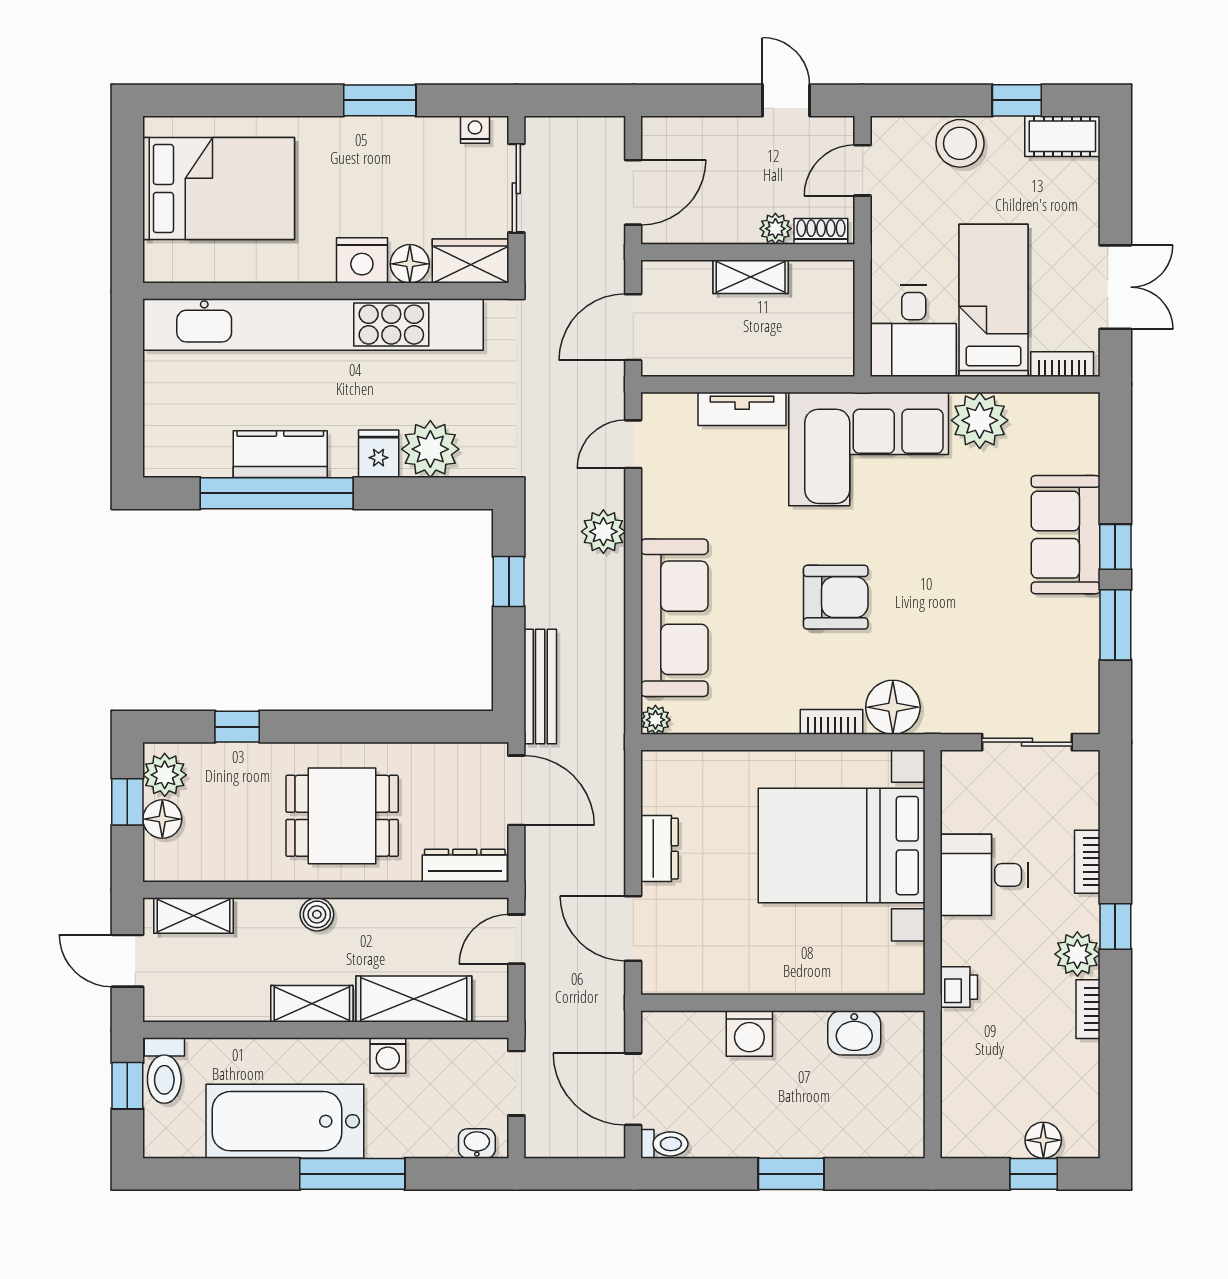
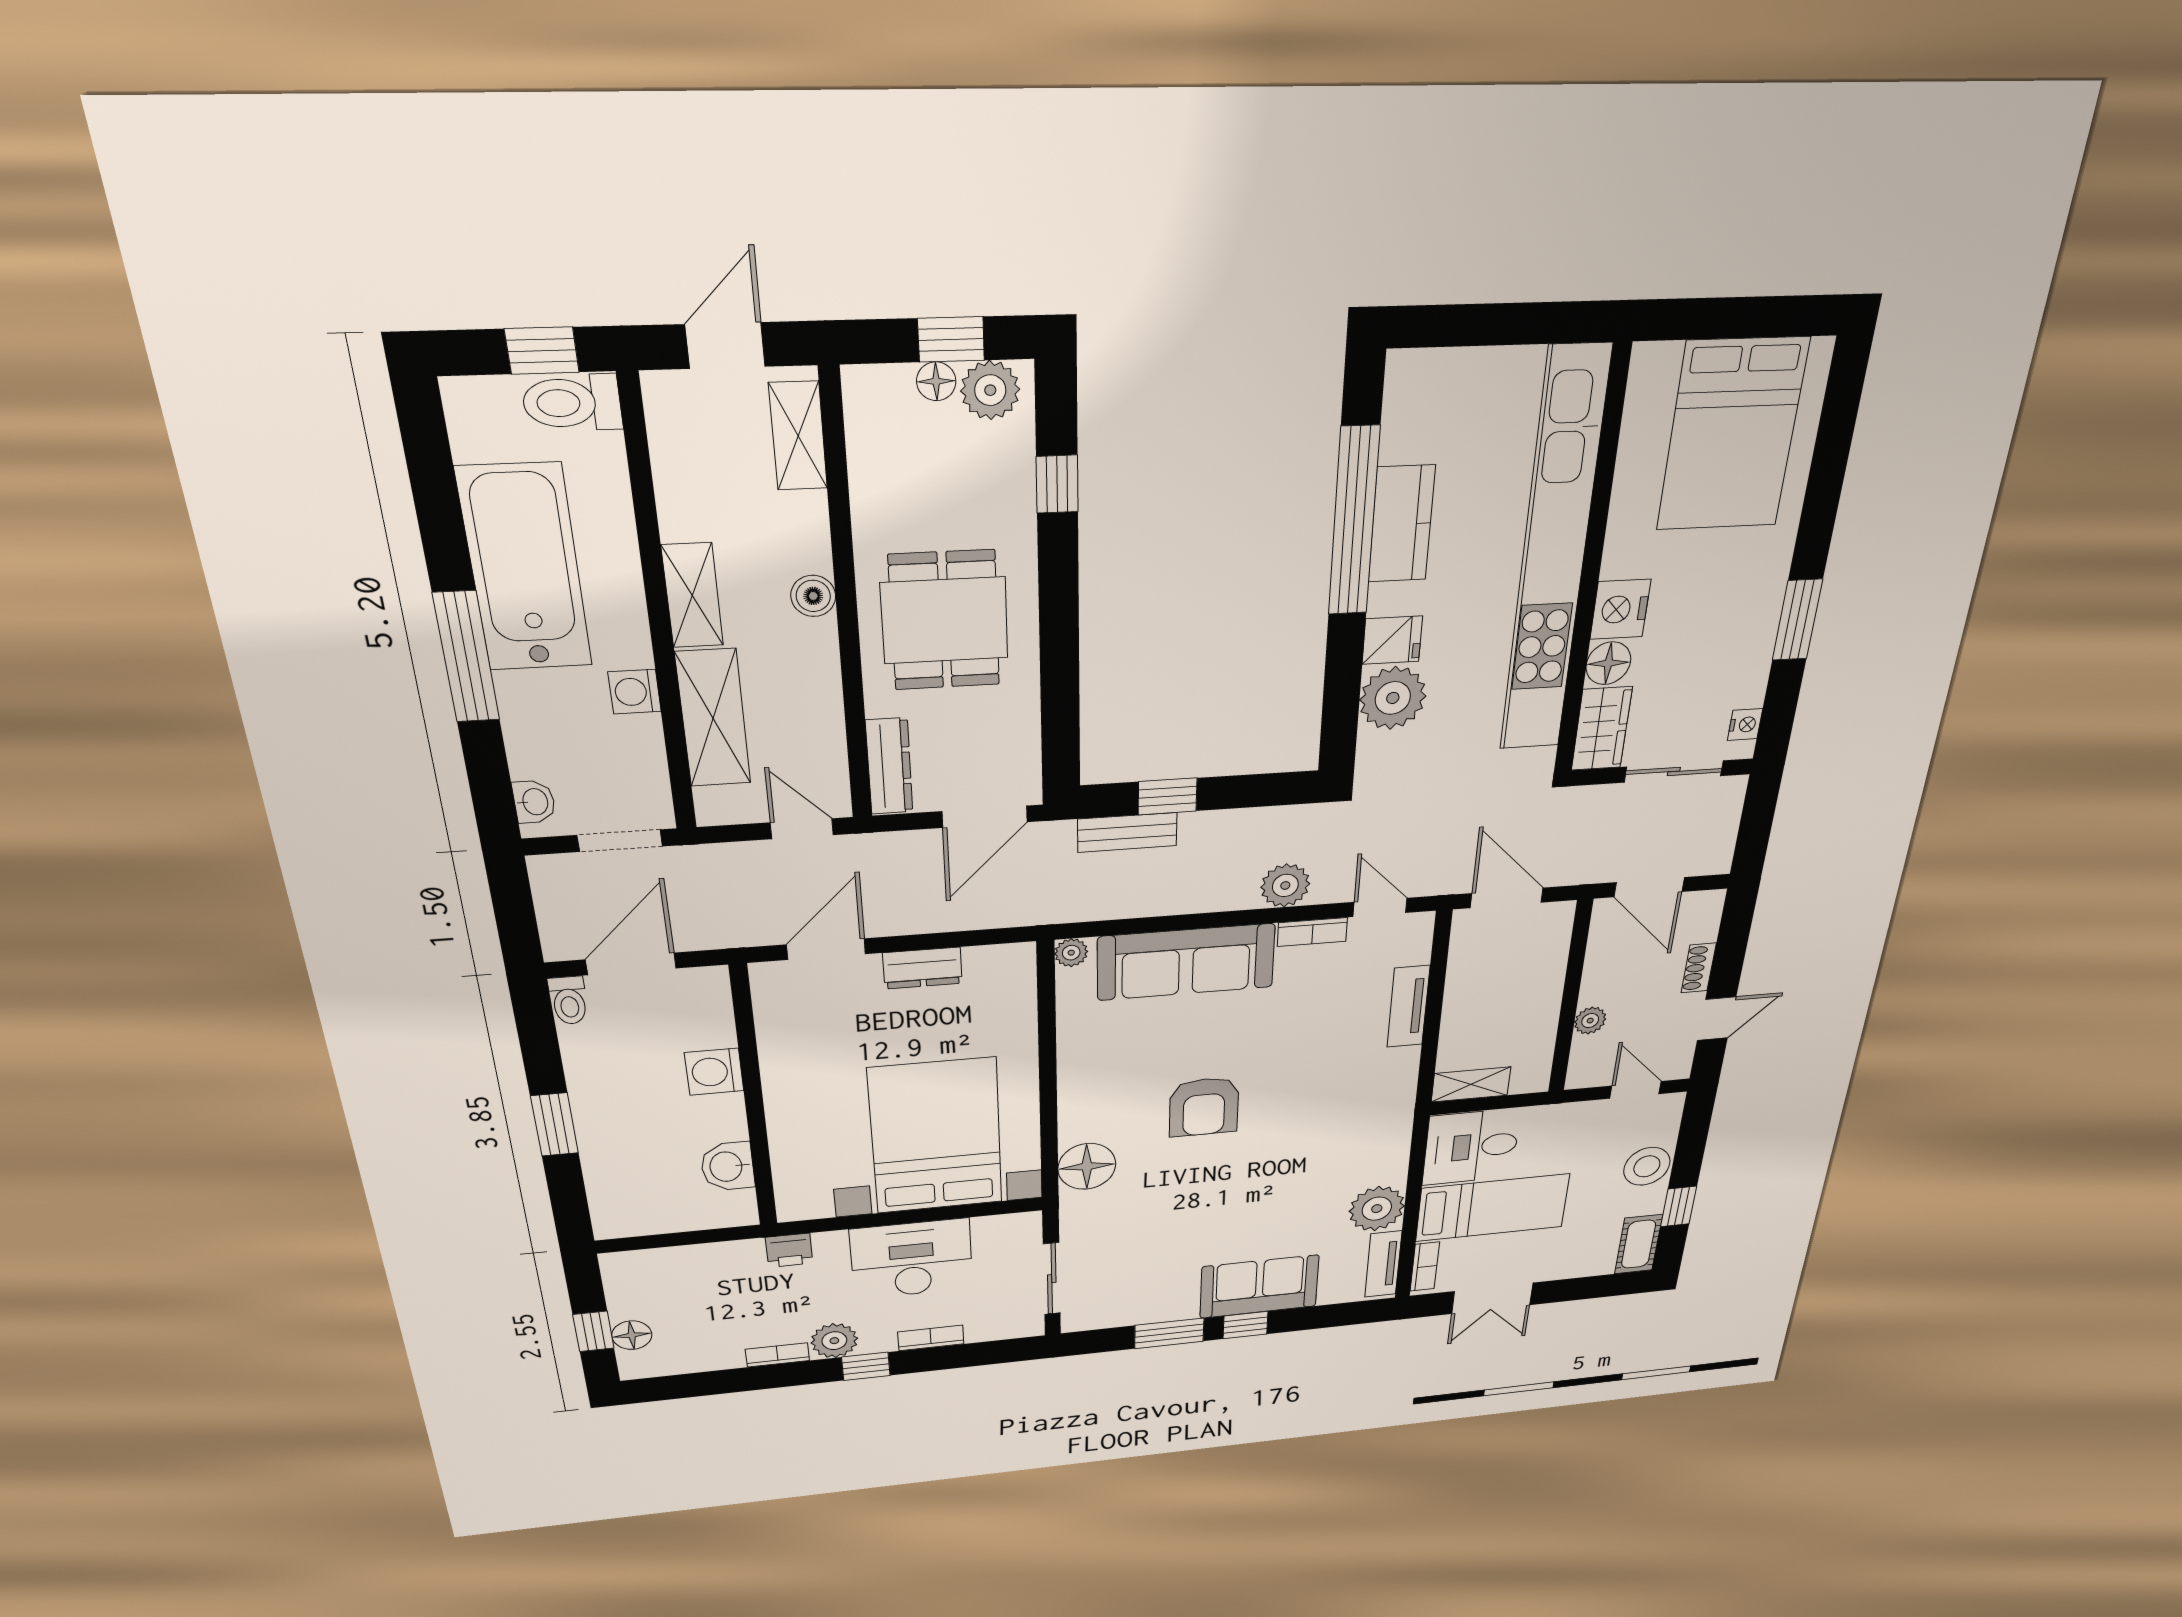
shoe rack: (821, 231) -> (1699, 968), moved, turned 180
shelving: (751, 277) -> (1471, 1084), moved, turned 90
tv unit: (1053, 408) -> (1383, 1264), added
corner sofa: (869, 449) -> (1356, 1121), removed
window: (509, 582) -> (1168, 796), moved
bench: (540, 686) -> (1127, 832), width x0.73
bookcase: (831, 722) -> (1312, 932), moved, turned 90
floor lamp: (162, 819) -> (936, 381), width x0.73, depth x0.73
desk: (984, 875) -> (912, 1259), width x1.37

